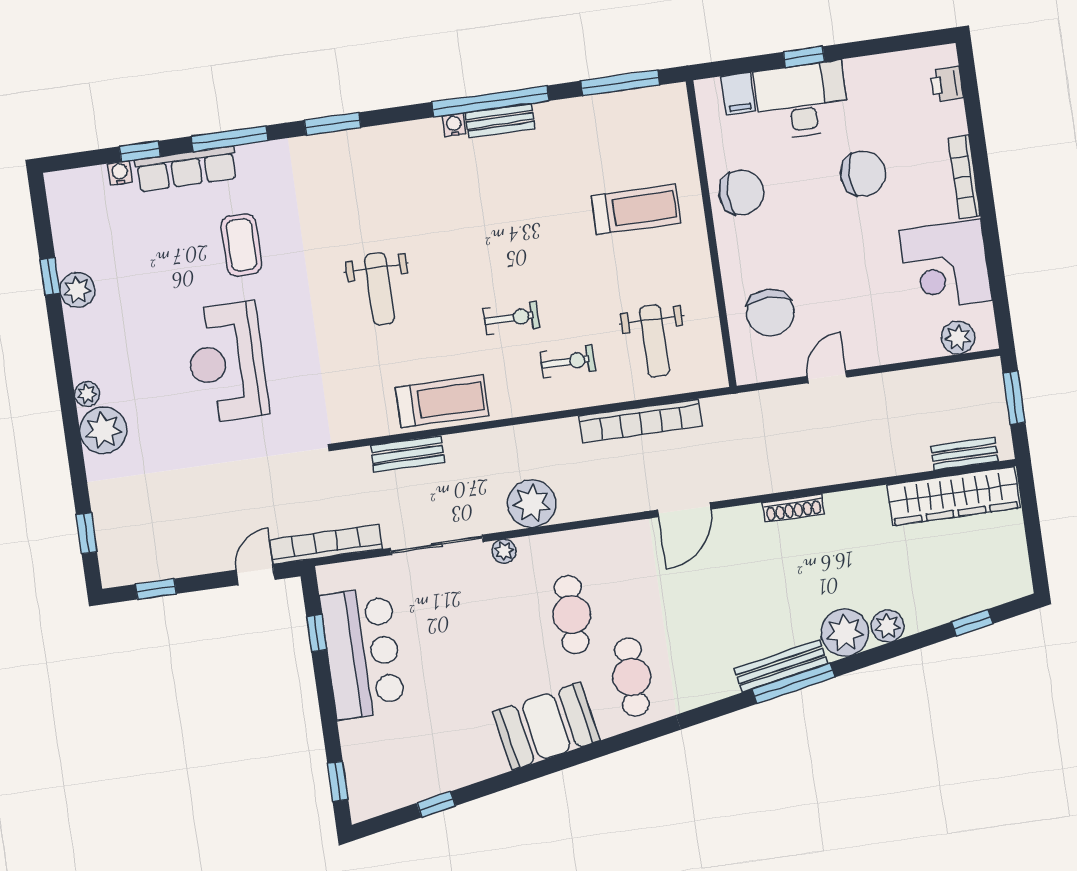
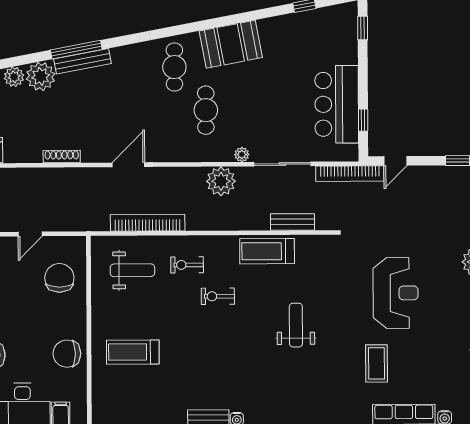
weight bench: (655, 341) -> (132, 270), turned 90

